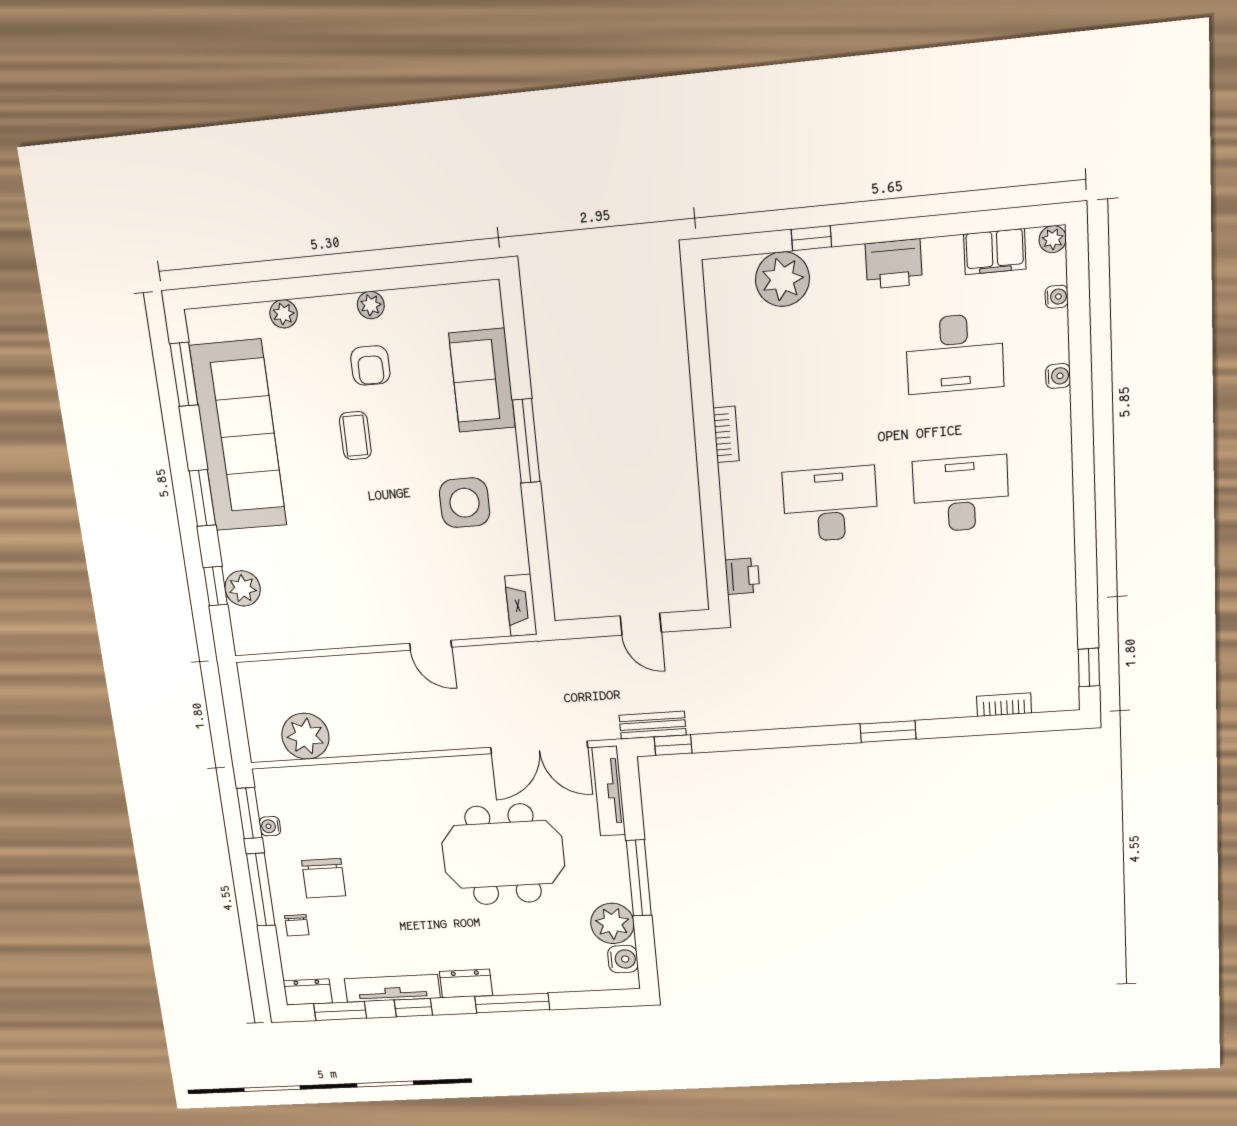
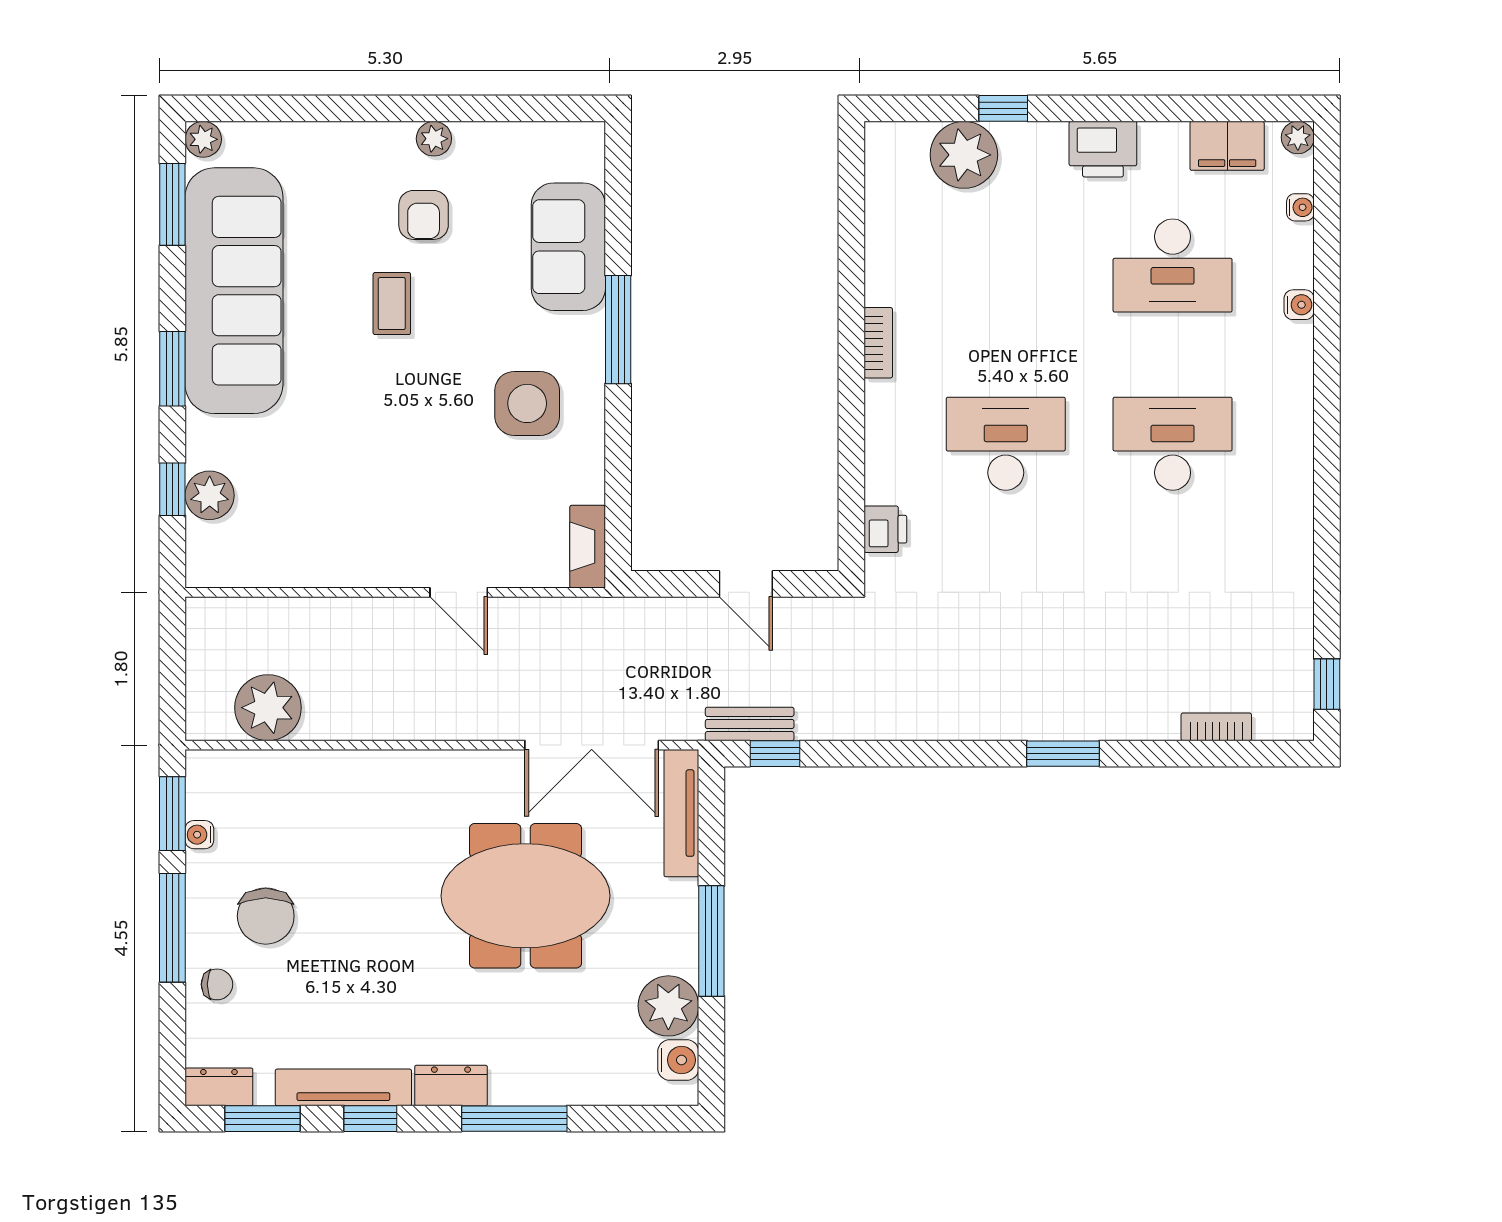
plant: (284, 314) -> (203, 139), moved
chair: (297, 925) -> (217, 984), turned -90

